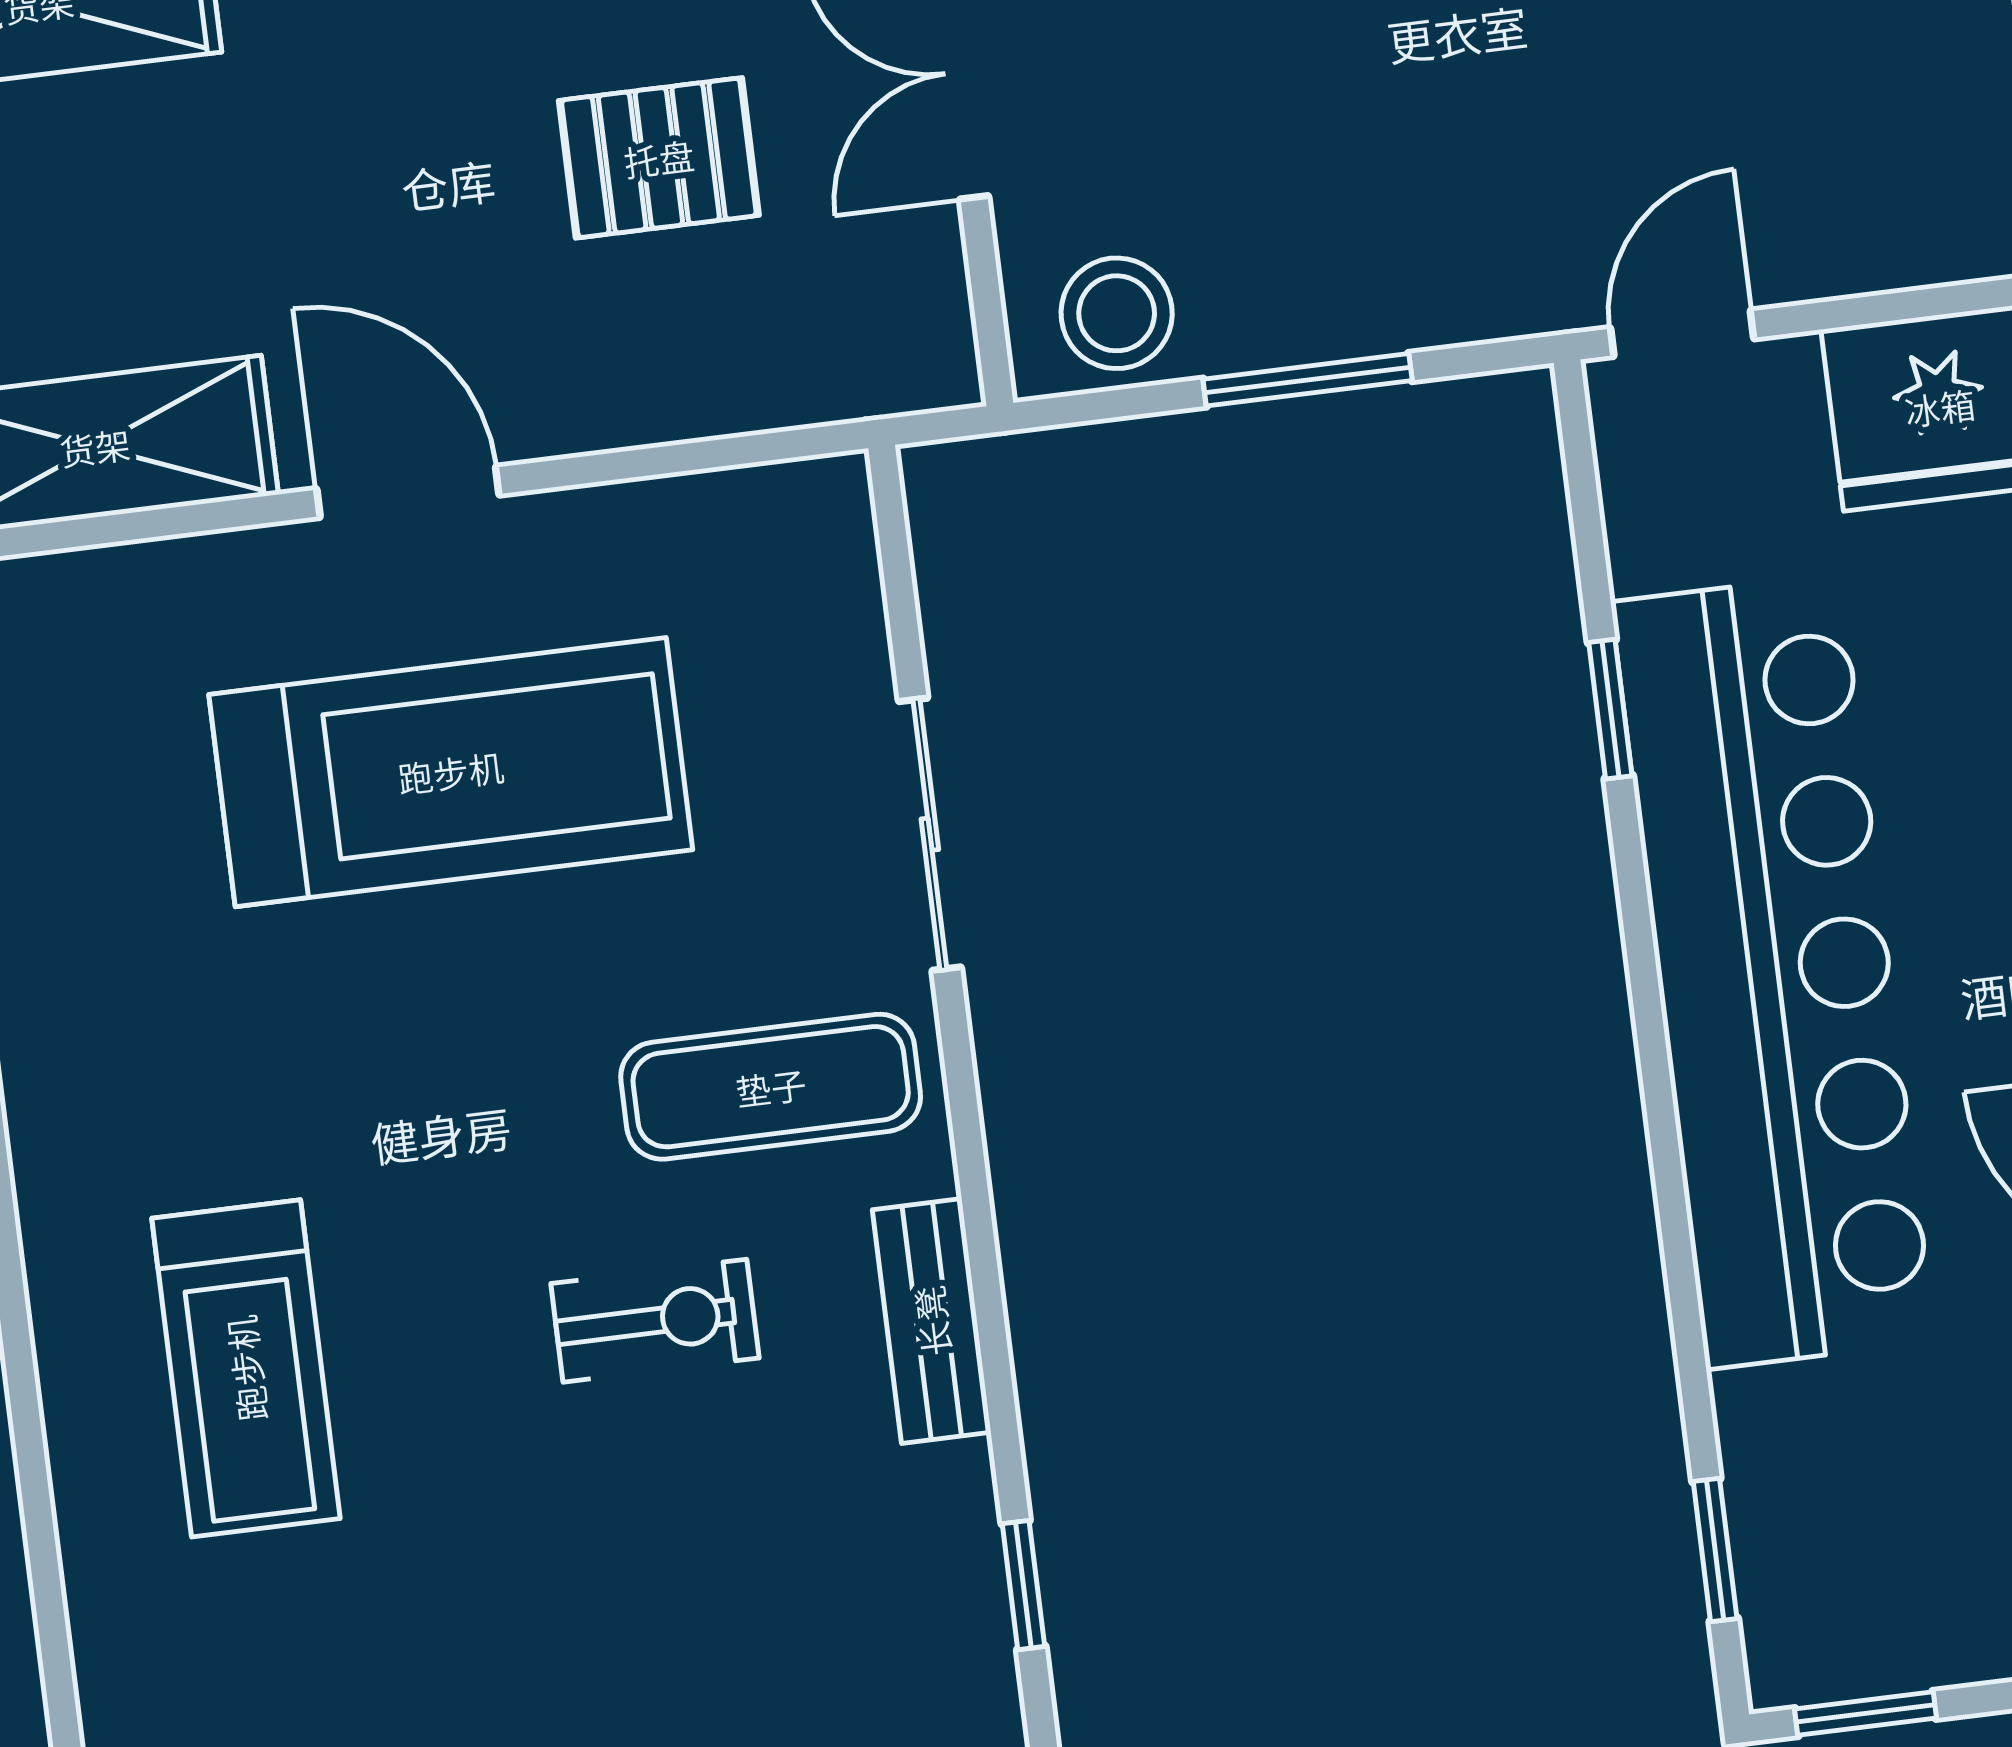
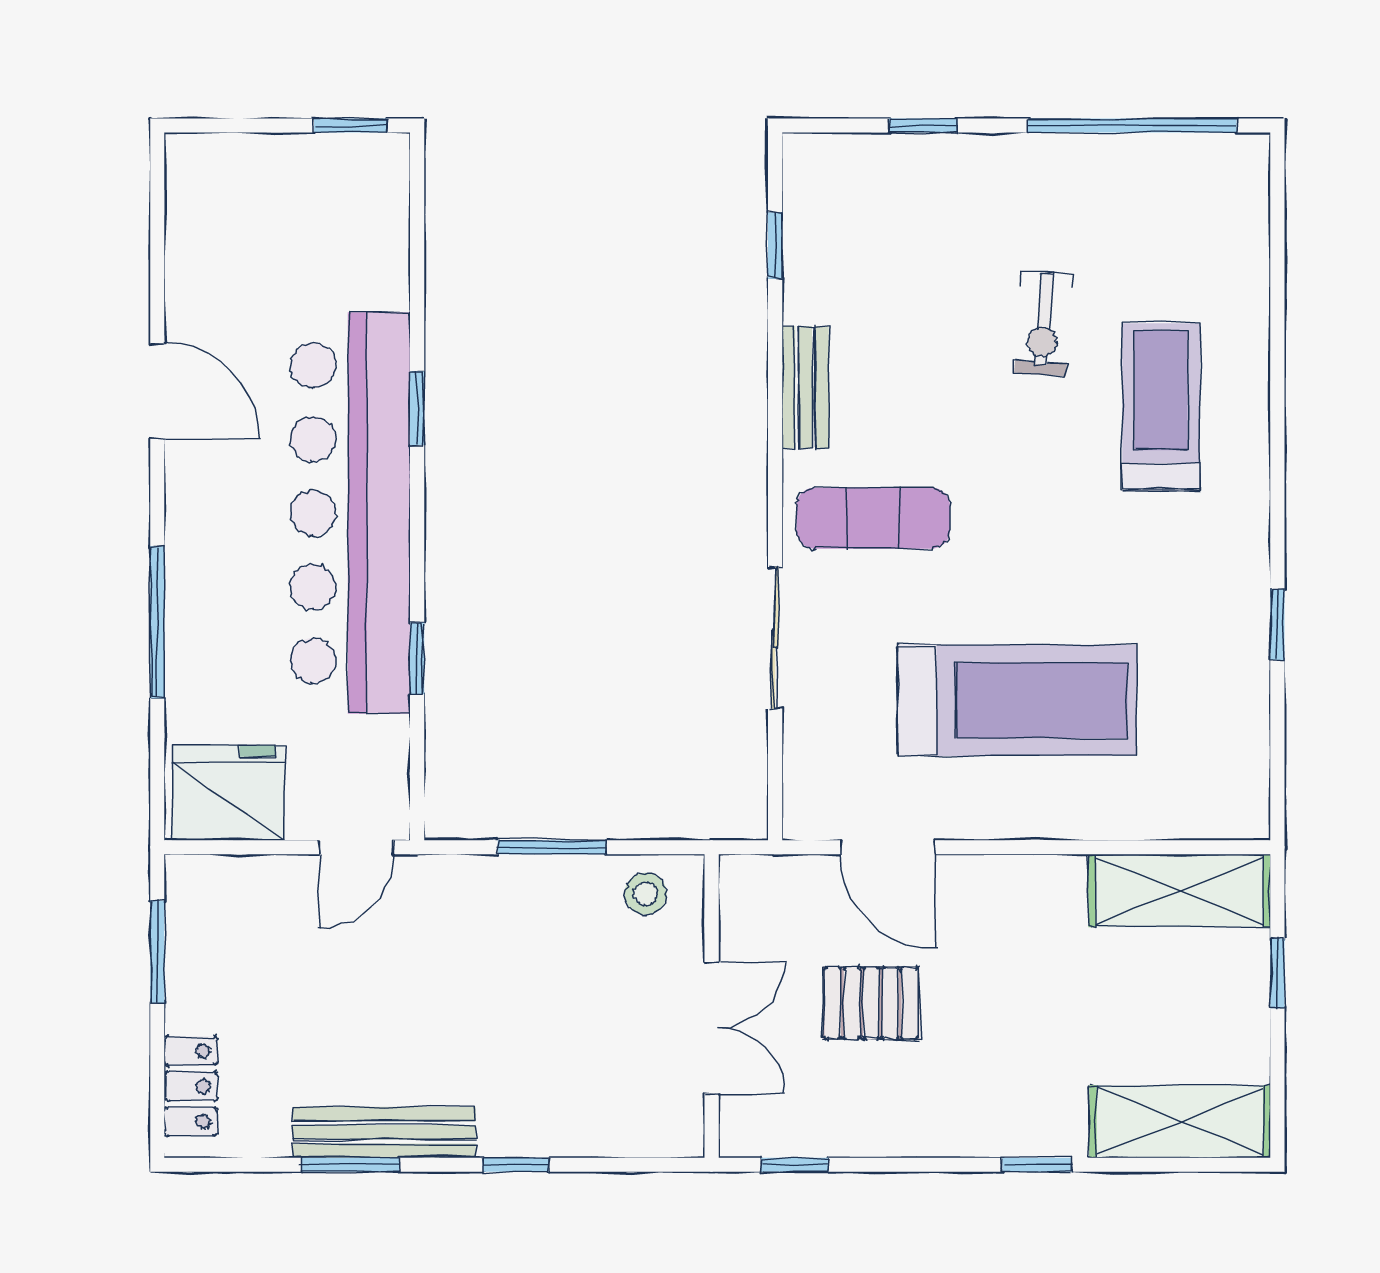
stool: (1117, 313) -> (646, 894), width x0.73, depth x0.73
door: (408, 492) -> (888, 847), moved
treadmill: (451, 772) -> (1018, 700), turned 180
exercise bike: (655, 1321) -> (1044, 324), moved, turned -86
window: (1715, 1550) -> (417, 408), moved

